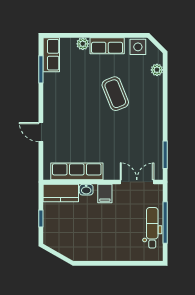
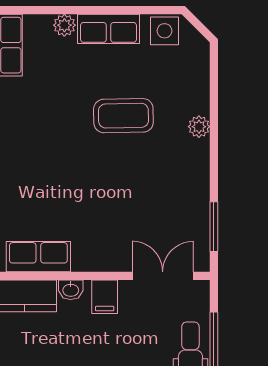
plant: (157, 70) -> (199, 127), moved
coffee table: (115, 94) -> (123, 116), turned -69
row of seats: (77, 171) -> (38, 257), width x0.68

